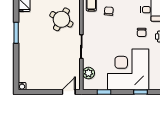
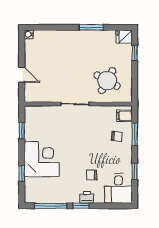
corner desk: (128, 69) -> (42, 159), width x0.74, depth x0.74
plant: (88, 73) -> (44, 112), removed
door: (69, 92) -> (22, 75), moved

